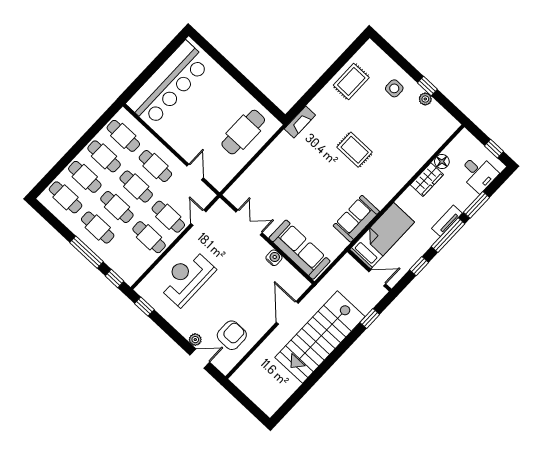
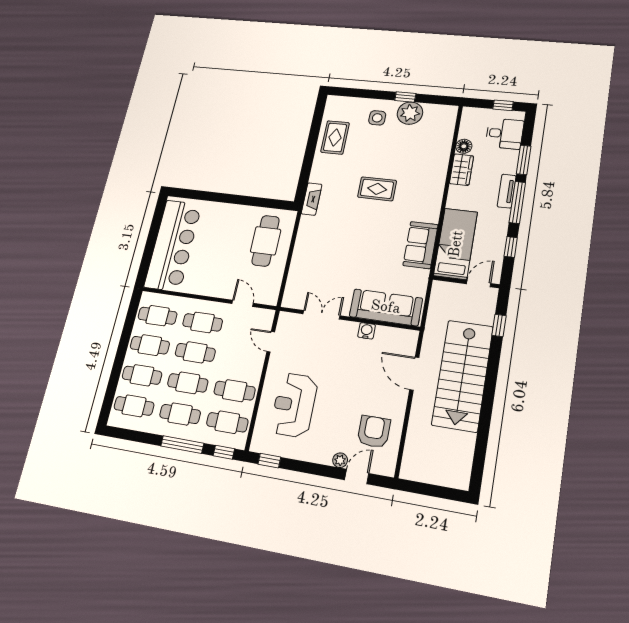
plant: (425, 99) -> (410, 113), width x1.88, depth x1.88
cafe table: (168, 217) -> (227, 422), moved

